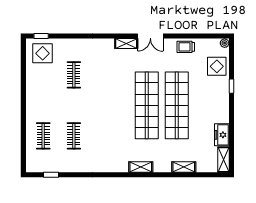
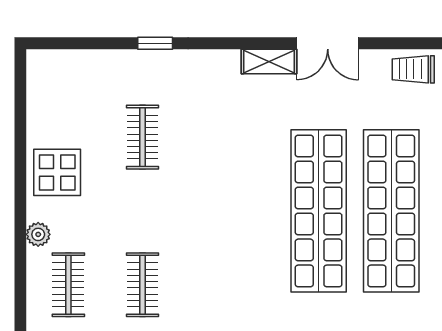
window: (41, 36) -> (155, 43), moved
display table: (43, 53) -> (57, 172), moved
plant: (31, 115) -> (38, 234), added

